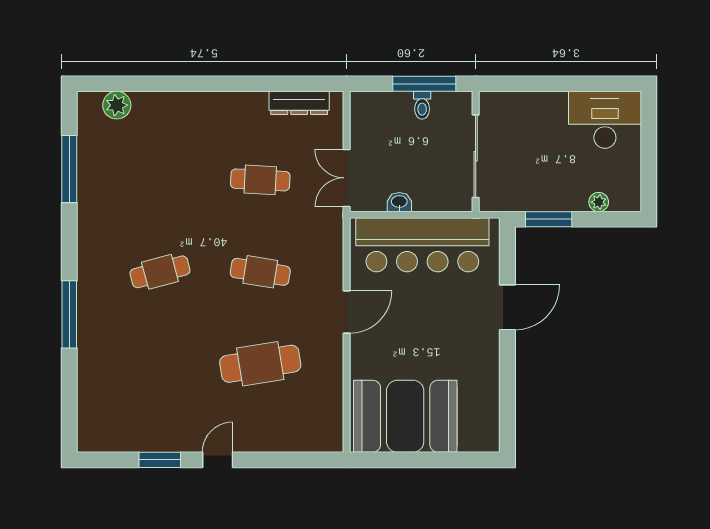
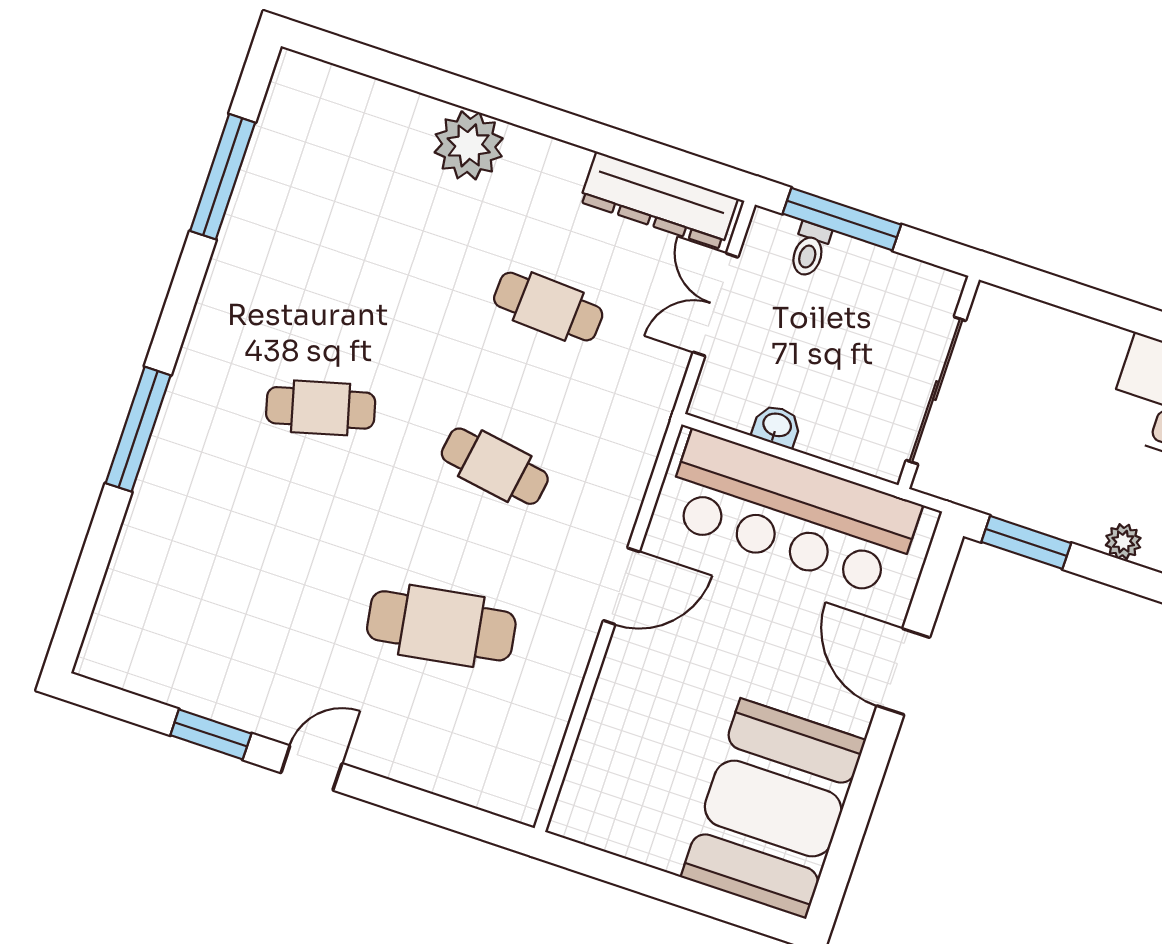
window: (424, 84) -> (842, 219), moved
dresser: (299, 103) -> (659, 200), width x1.37, depth x1.24
plant: (117, 105) -> (469, 145), moved, width x1.36, depth x1.36
toilet: (422, 105) -> (810, 250), moved
double door: (347, 178) -> (716, 305), moved
door: (507, 307) -> (903, 672), swing flipped
booth: (405, 416) -> (773, 809), moved, turned 90

